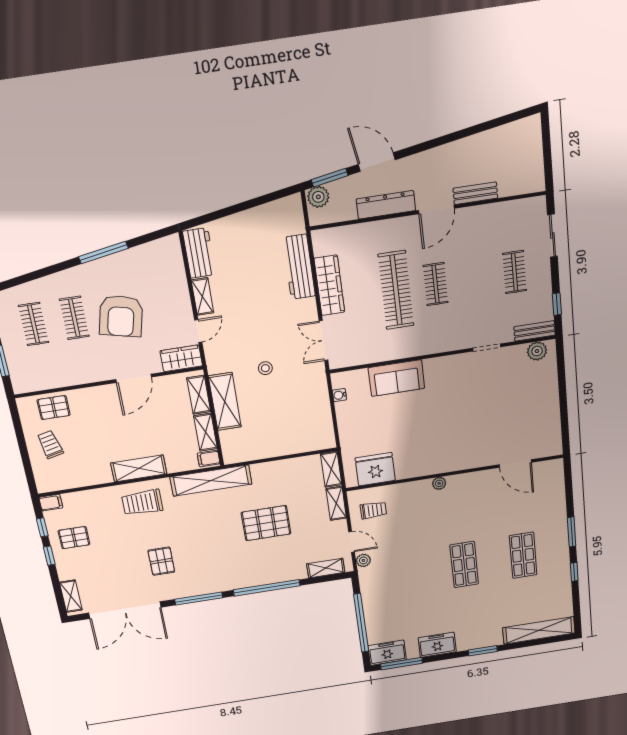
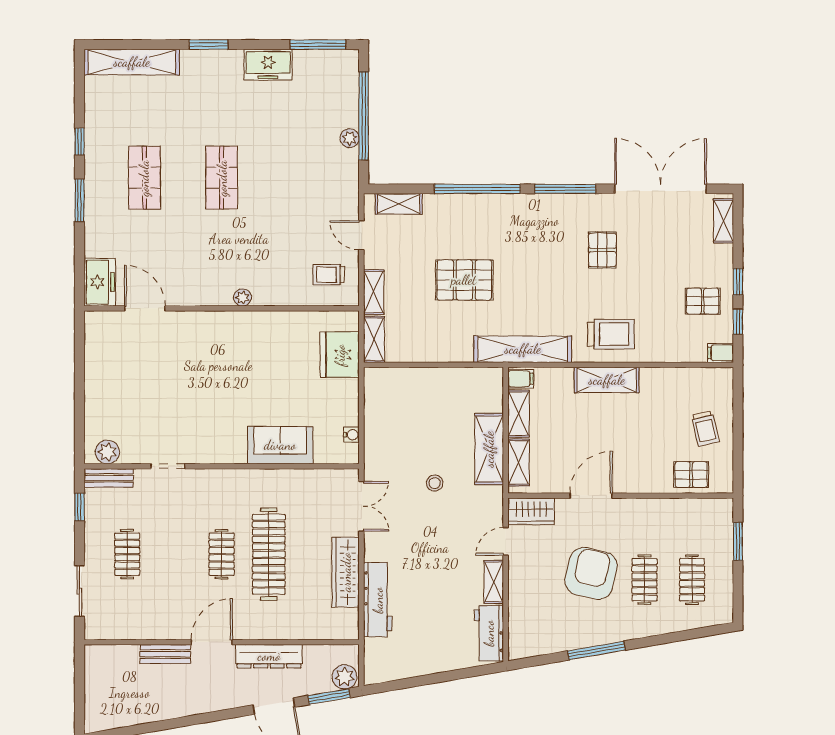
fridge: (375, 469) -> (340, 355), moved, turned 90
plant: (363, 560) -> (350, 138), moved
freezer: (387, 653) -> (100, 282), moved, turned -90

